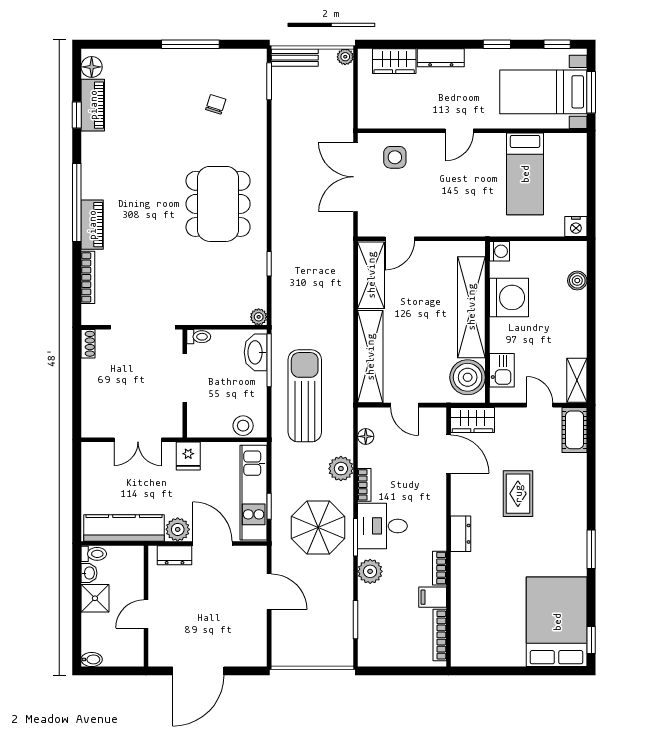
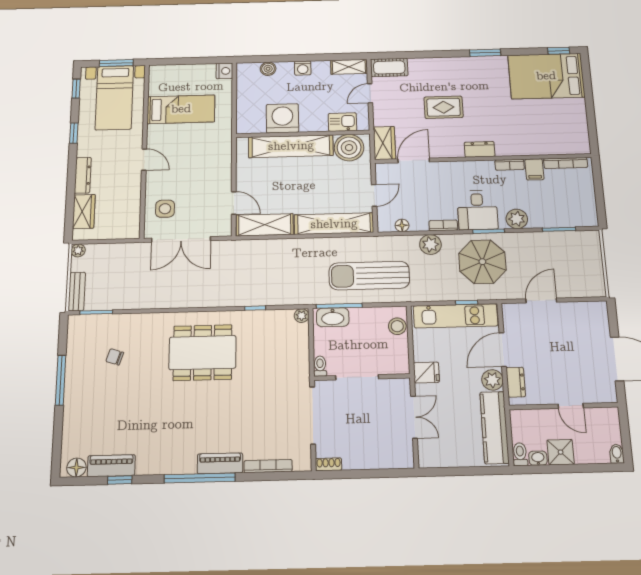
washing machine: (499, 251) -> (303, 68), moved, turned 180

